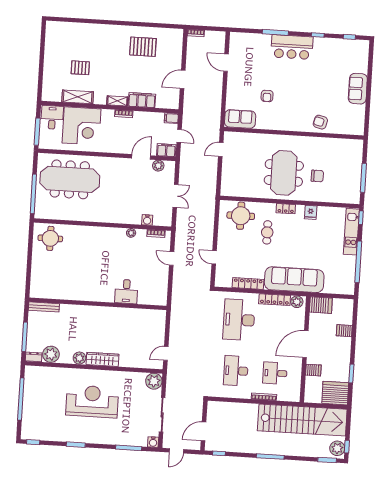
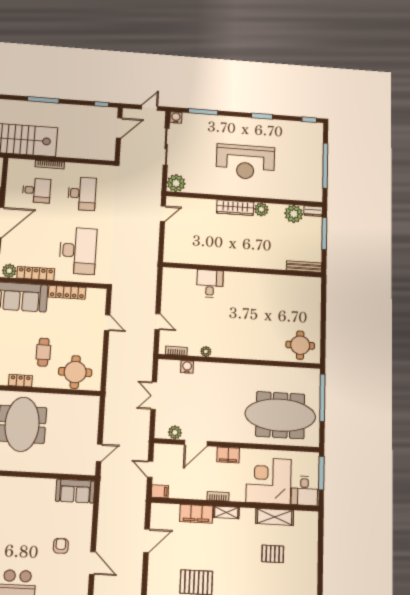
armchair: (267, 96) -> (61, 546), moved
filing cabinet: (166, 150) -> (228, 455), moved

